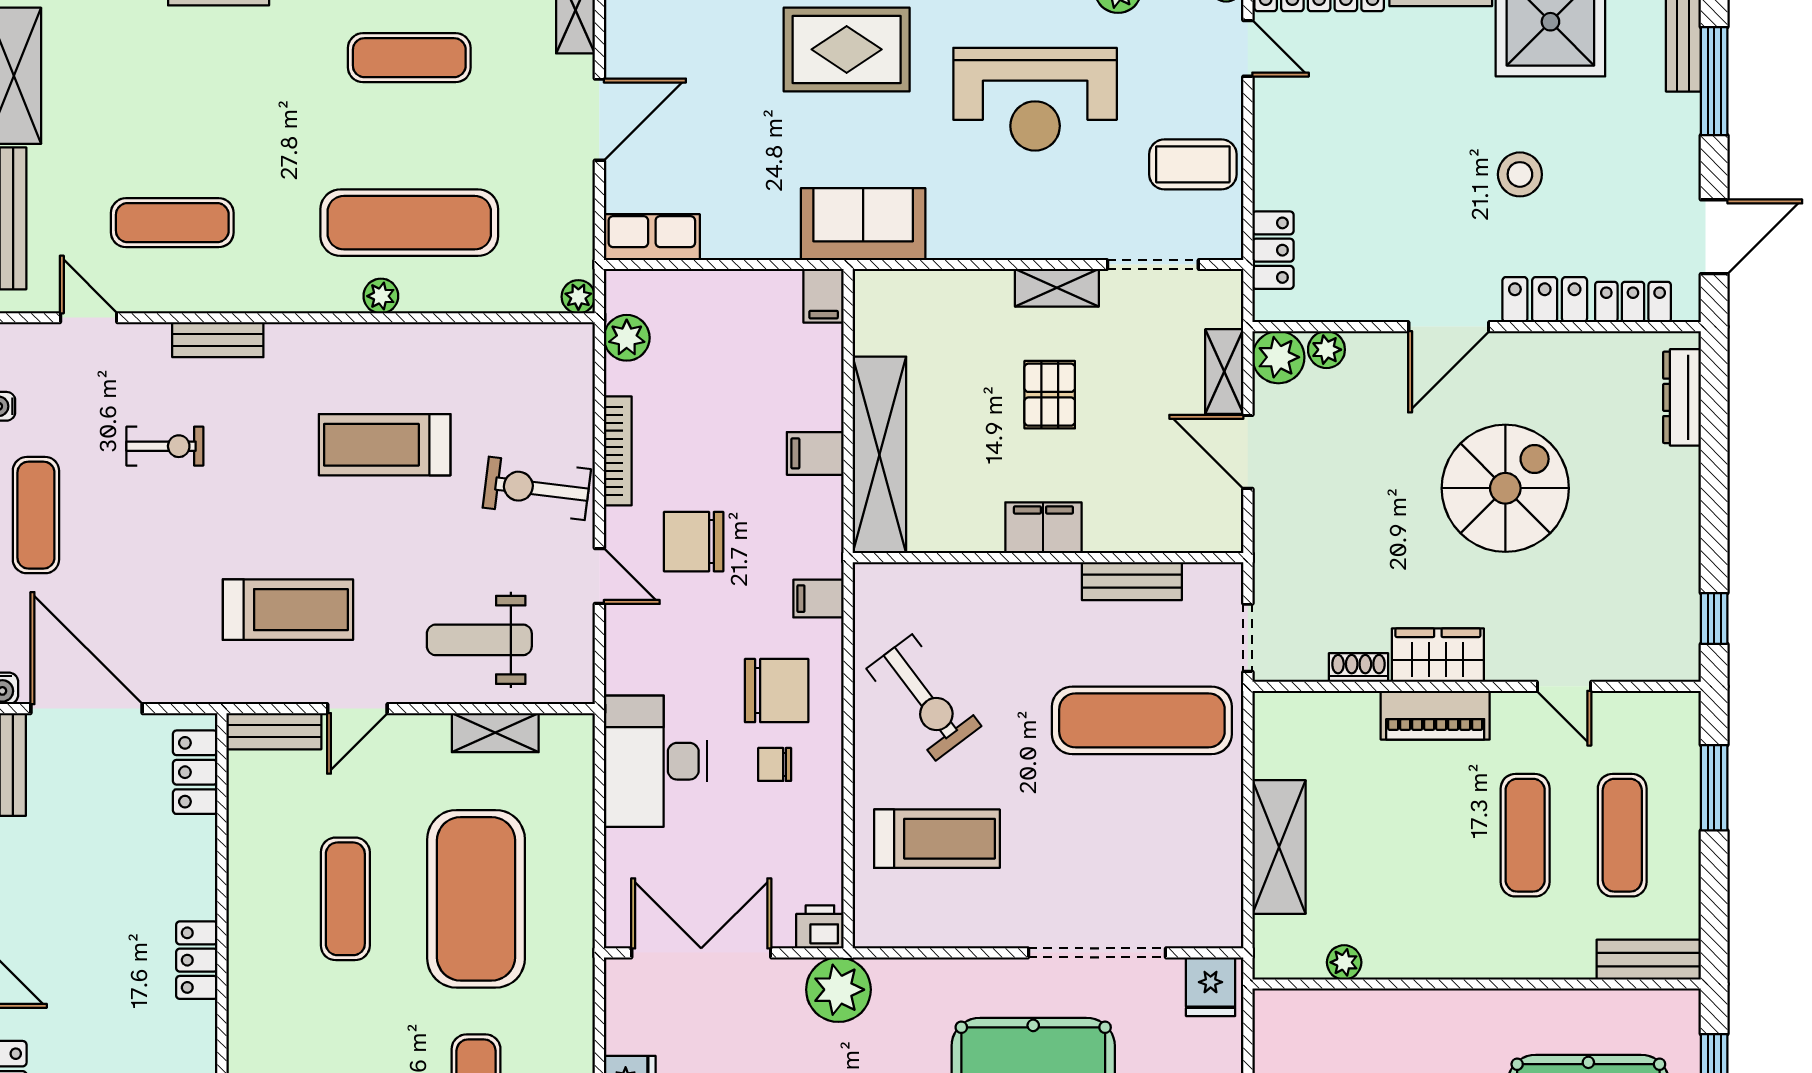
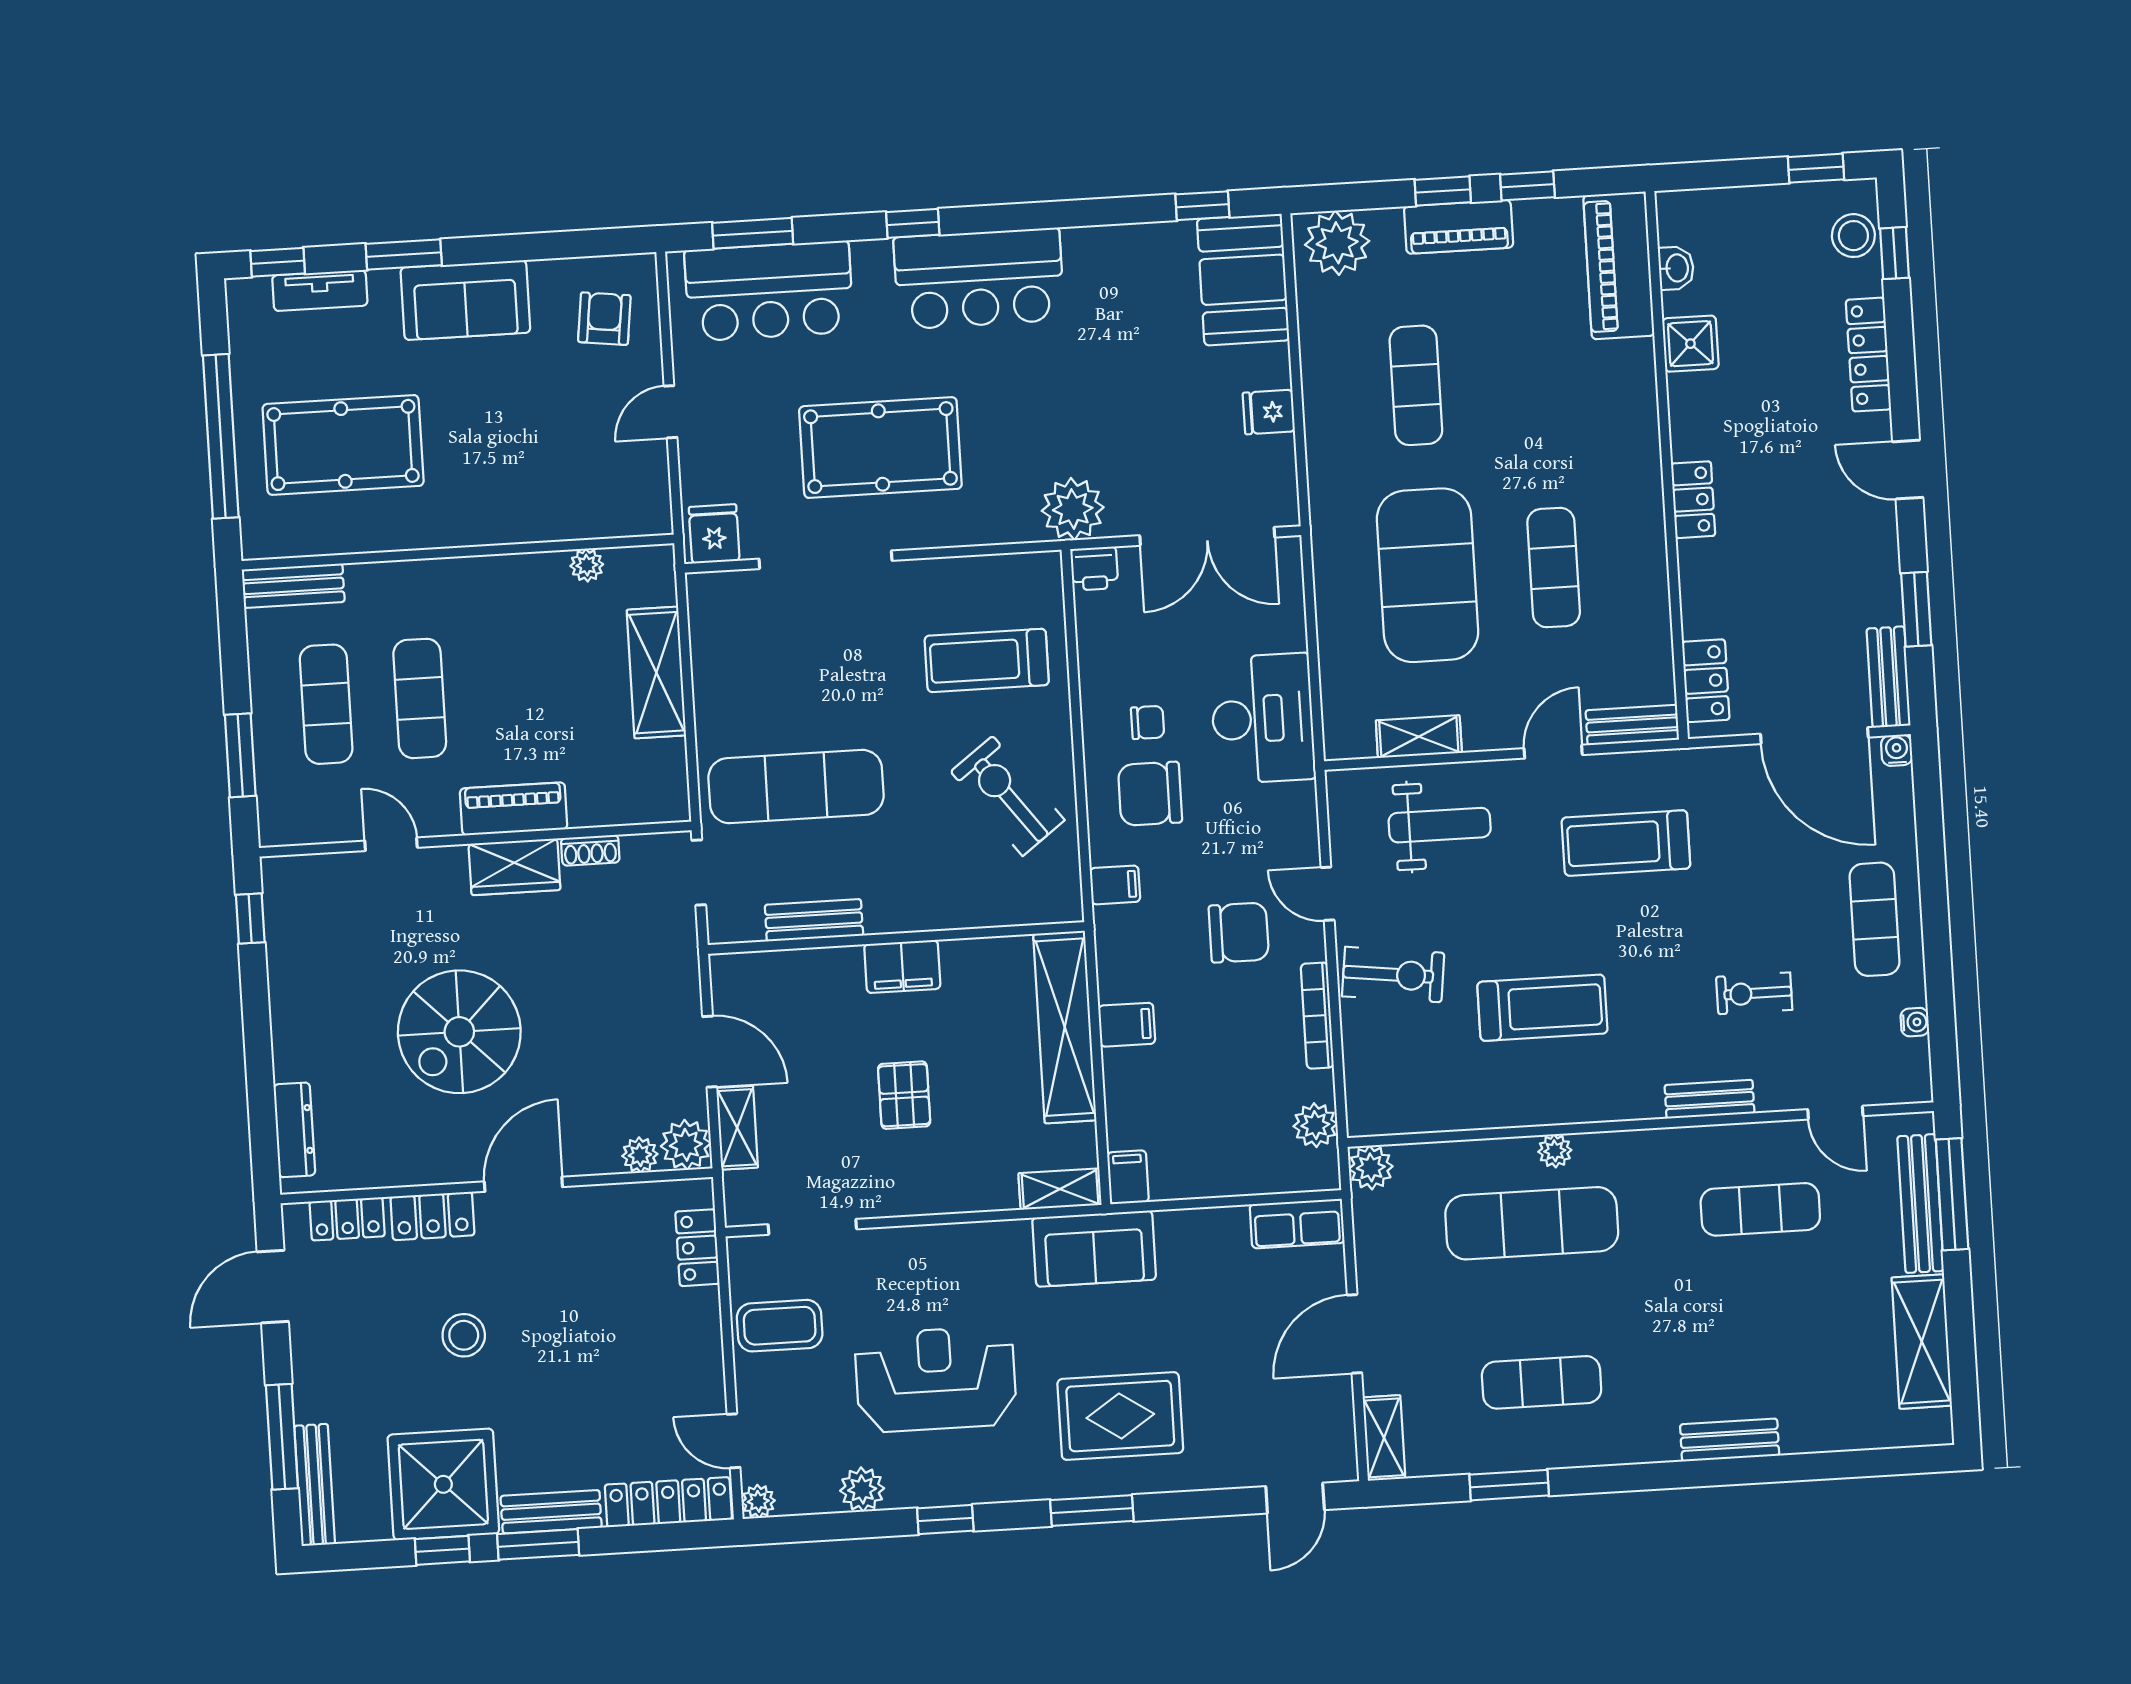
shelving: (1057, 288) -> (1060, 1189), moved
plant: (578, 297) -> (1371, 1167), width x1.38, depth x1.38

